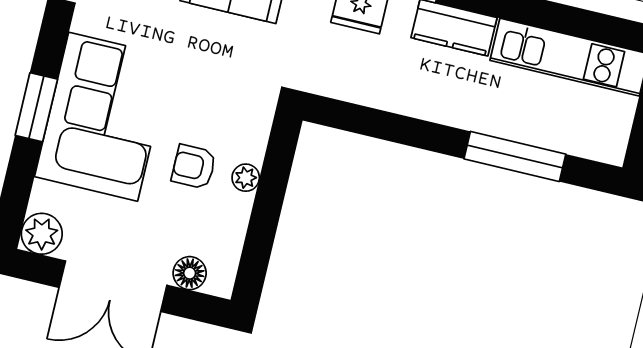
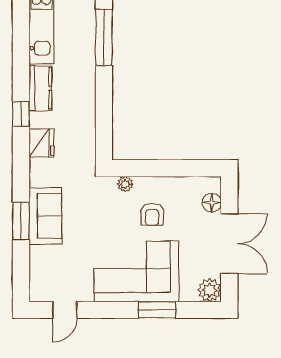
window: (36, 107) -> (157, 310), moved
plant: (246, 178) -> (125, 184), moved

